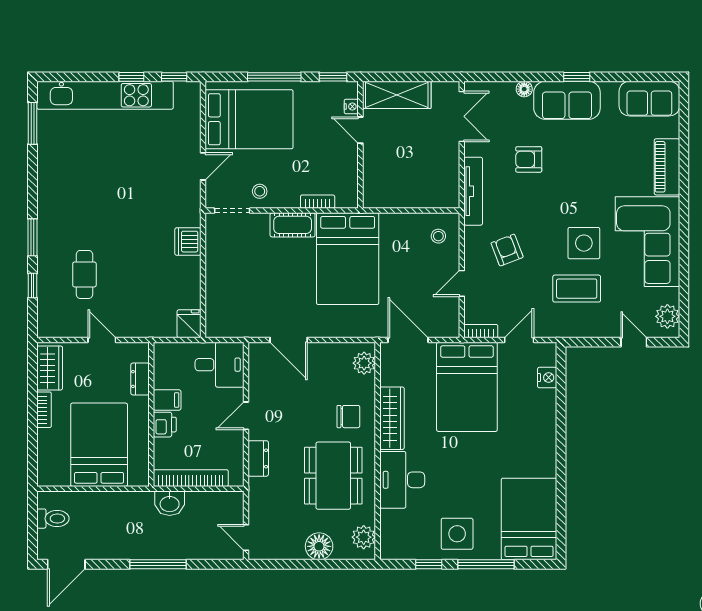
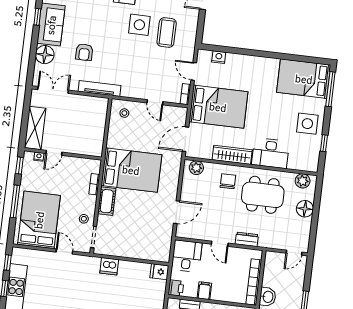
floor lamp: (524, 89) -> (45, 55), width x1.89, depth x1.89
armchair: (507, 250) -> (138, 72), removed
printer: (165, 425) -> (176, 288), moved, turned 90
window: (486, 564) -> (330, 89), moved

